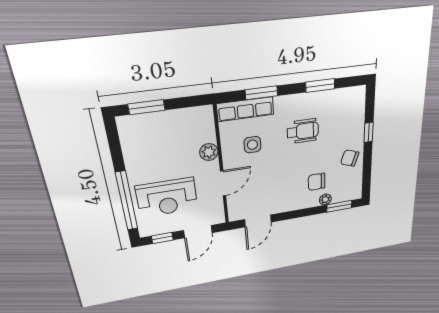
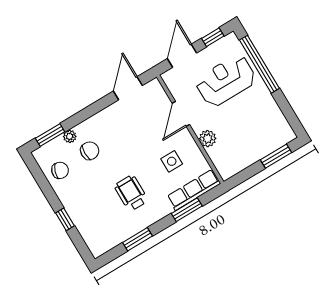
wheelchair: (303, 131) -> (131, 193), turned 90
chair: (350, 158) -> (60, 170), moved

